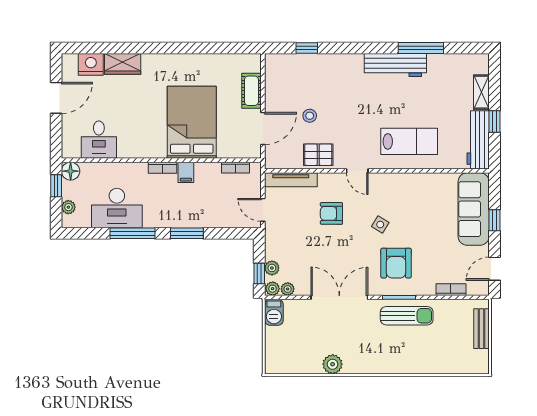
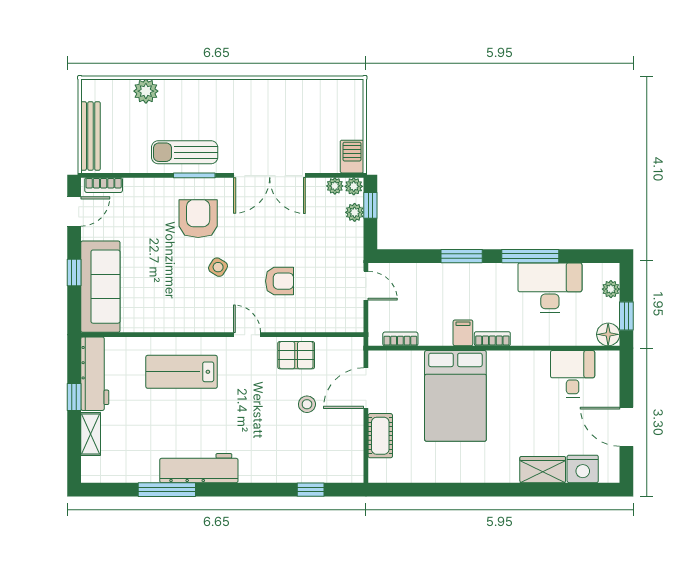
door: (56, 98) -> (626, 427), hinge flipped
tv unit: (291, 180) -> (331, 323), removed
bookcase: (451, 290) -> (104, 185), moved
bench: (481, 329) -> (91, 136), width x1.36
plant: (333, 364) -> (146, 91), moved

